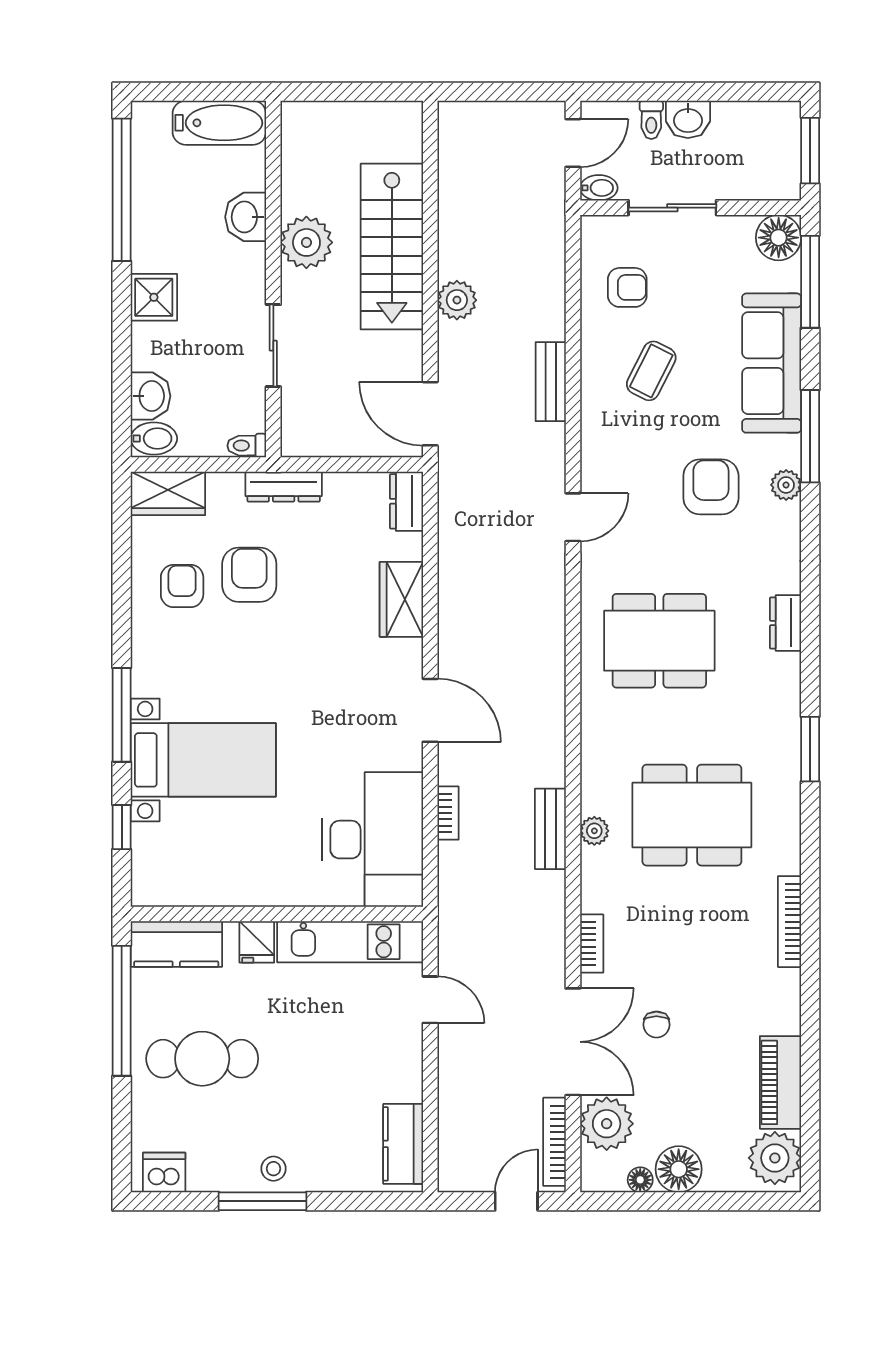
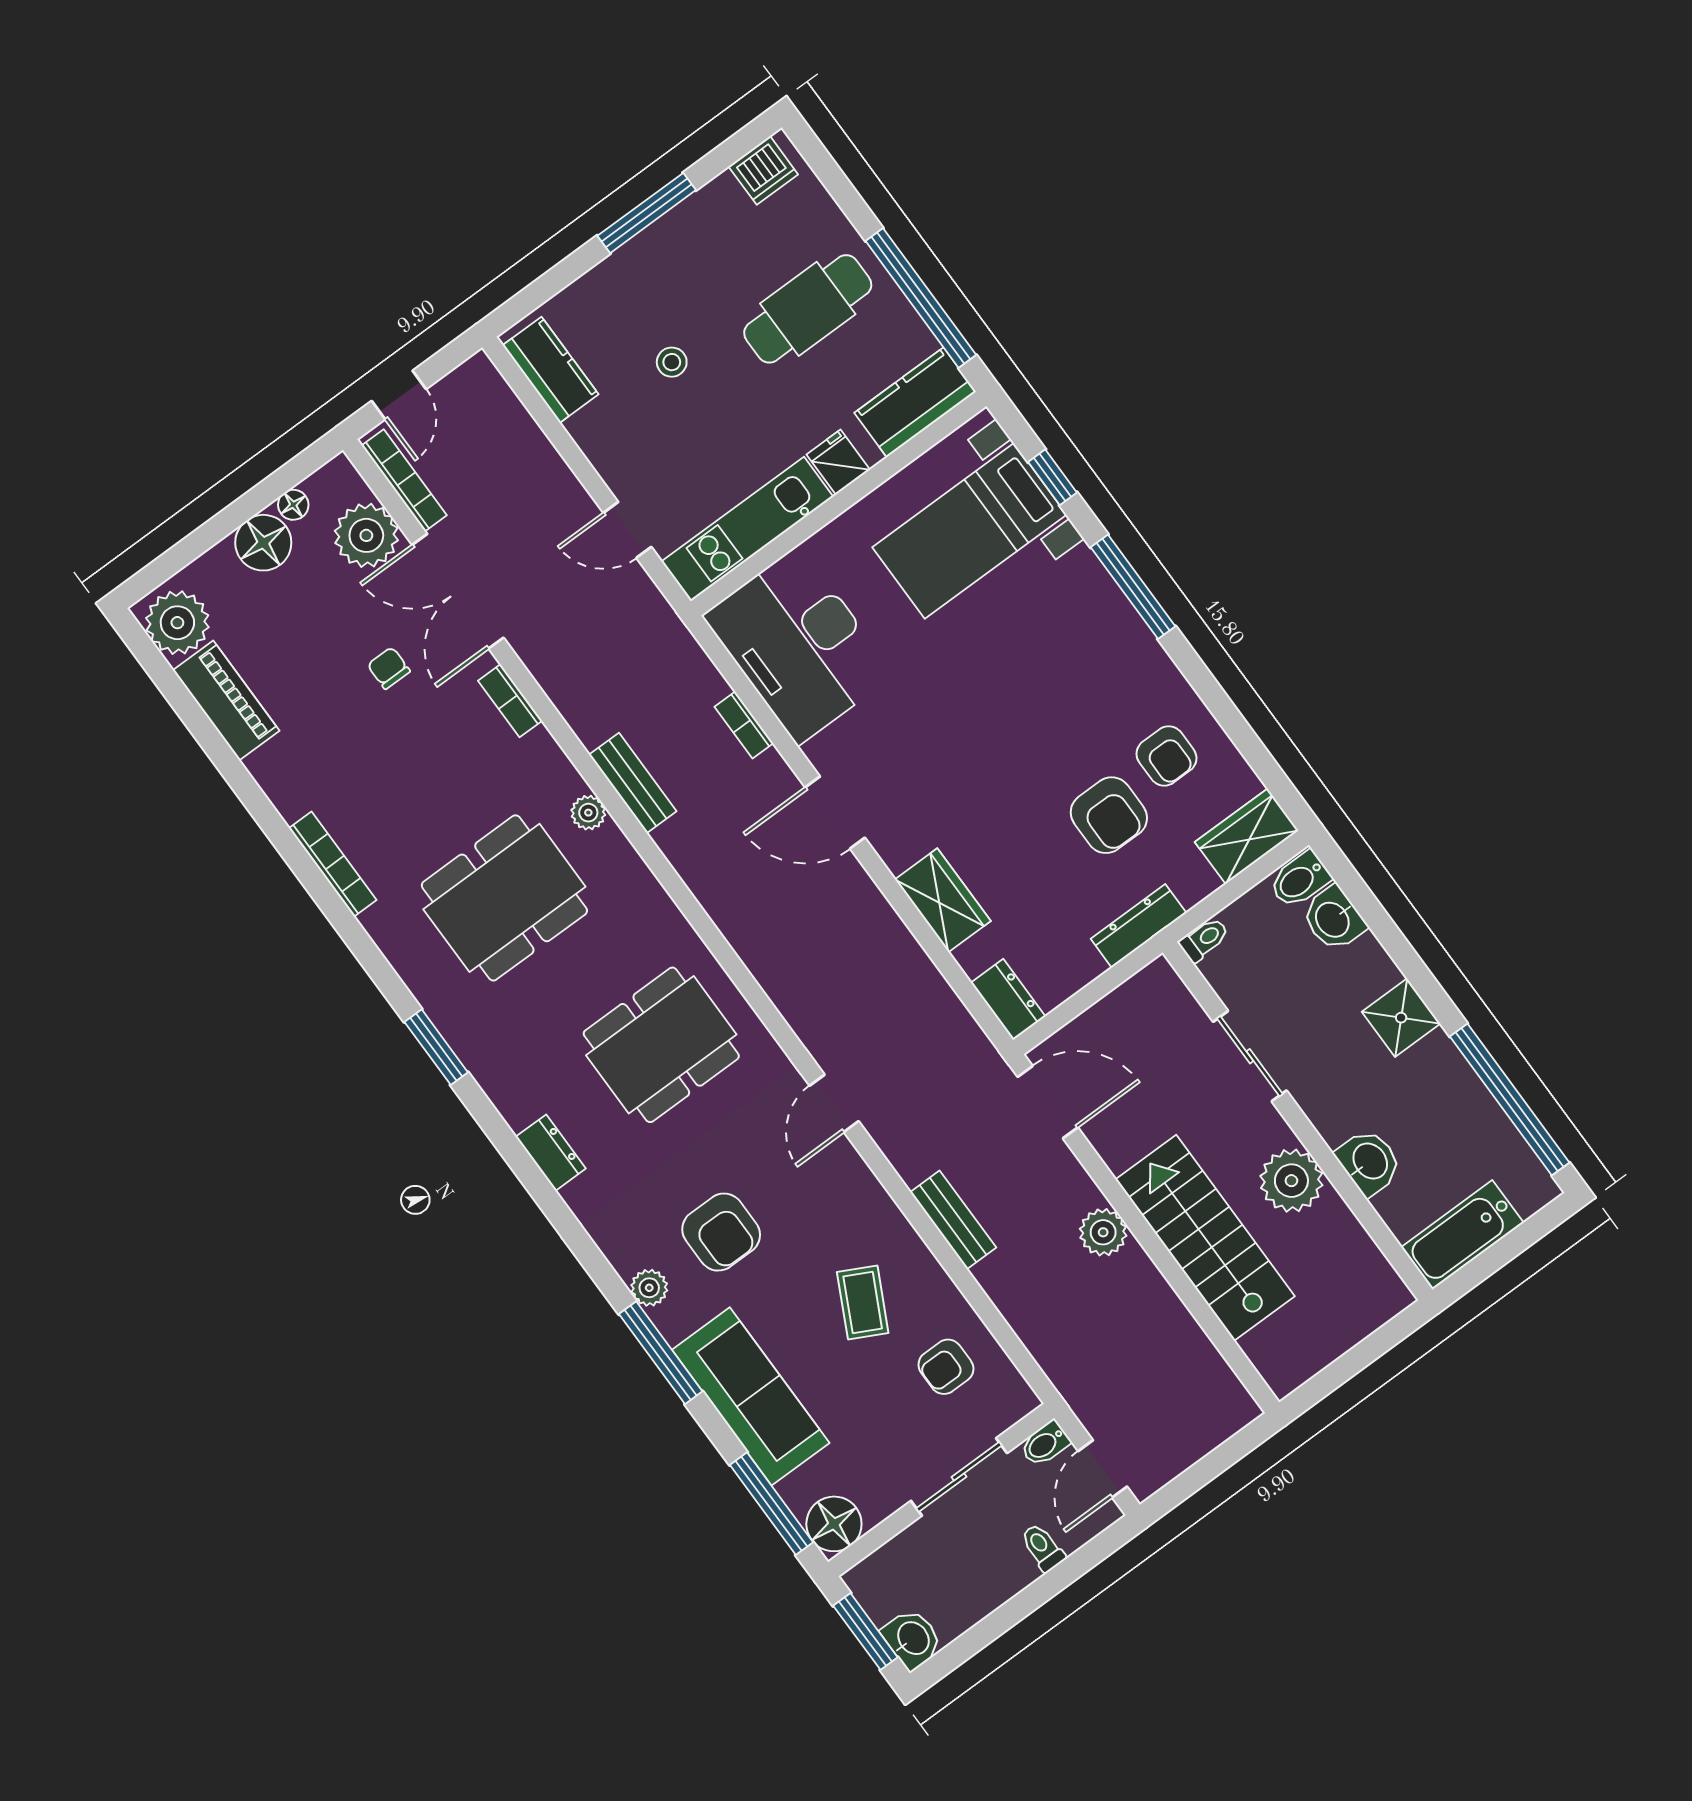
washbasin: (688, 119) -> (912, 1639), moved, turned 90
bed with nightstands: (203, 760) -> (969, 531), moved
stool: (273, 1169) -> (672, 362), moved

